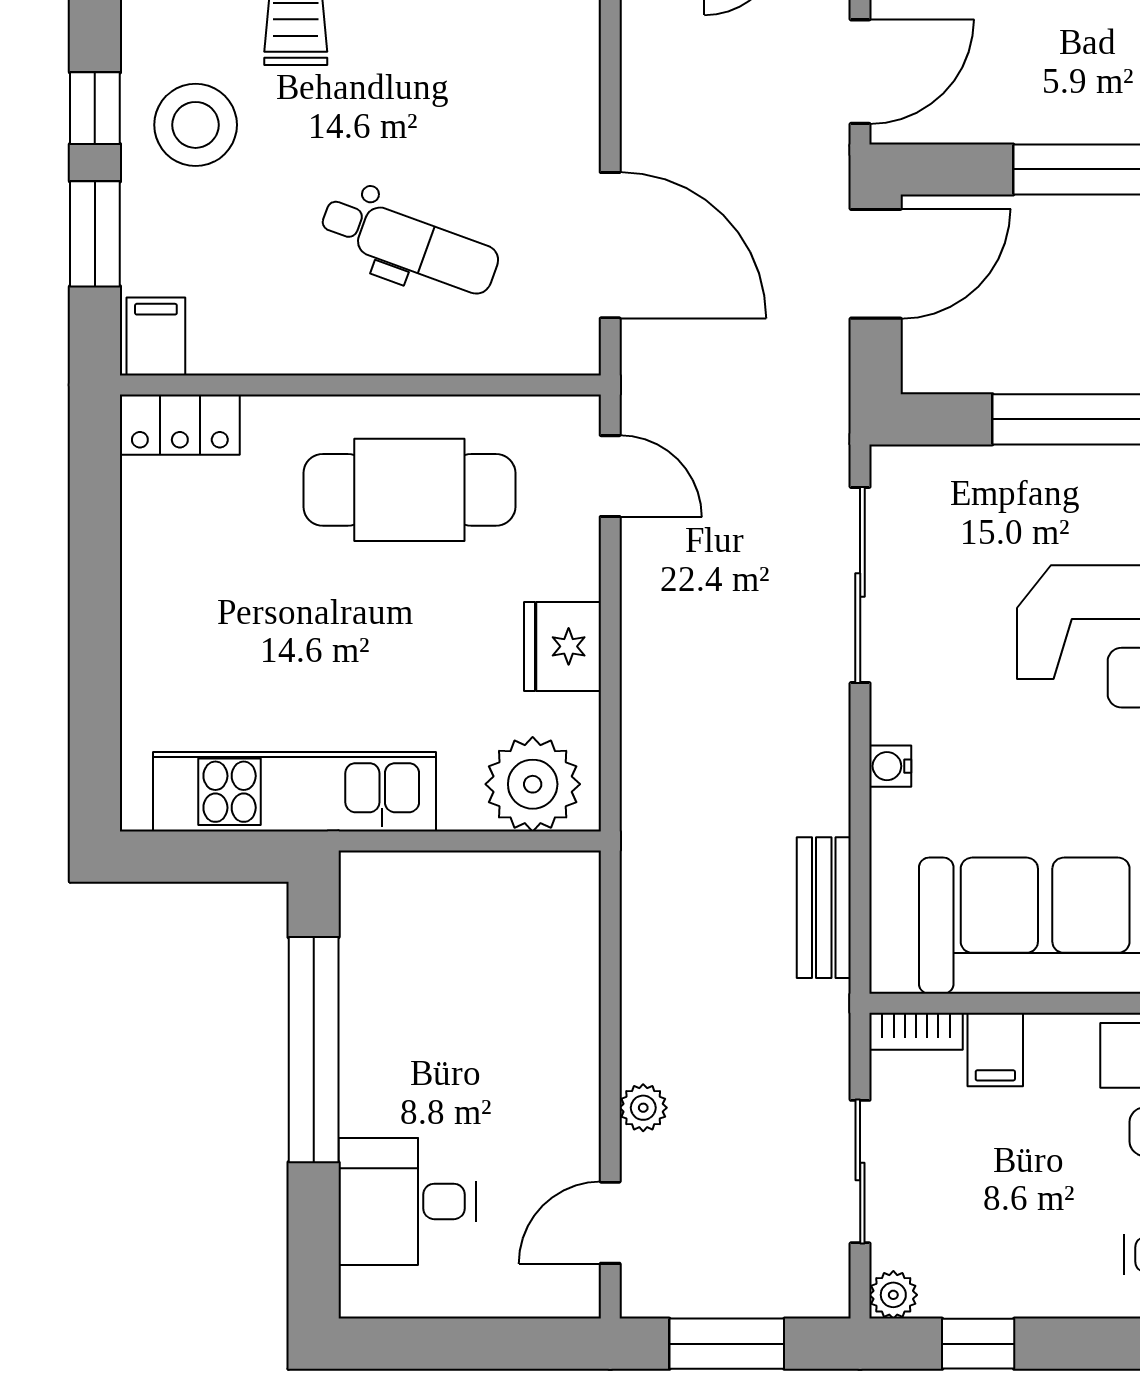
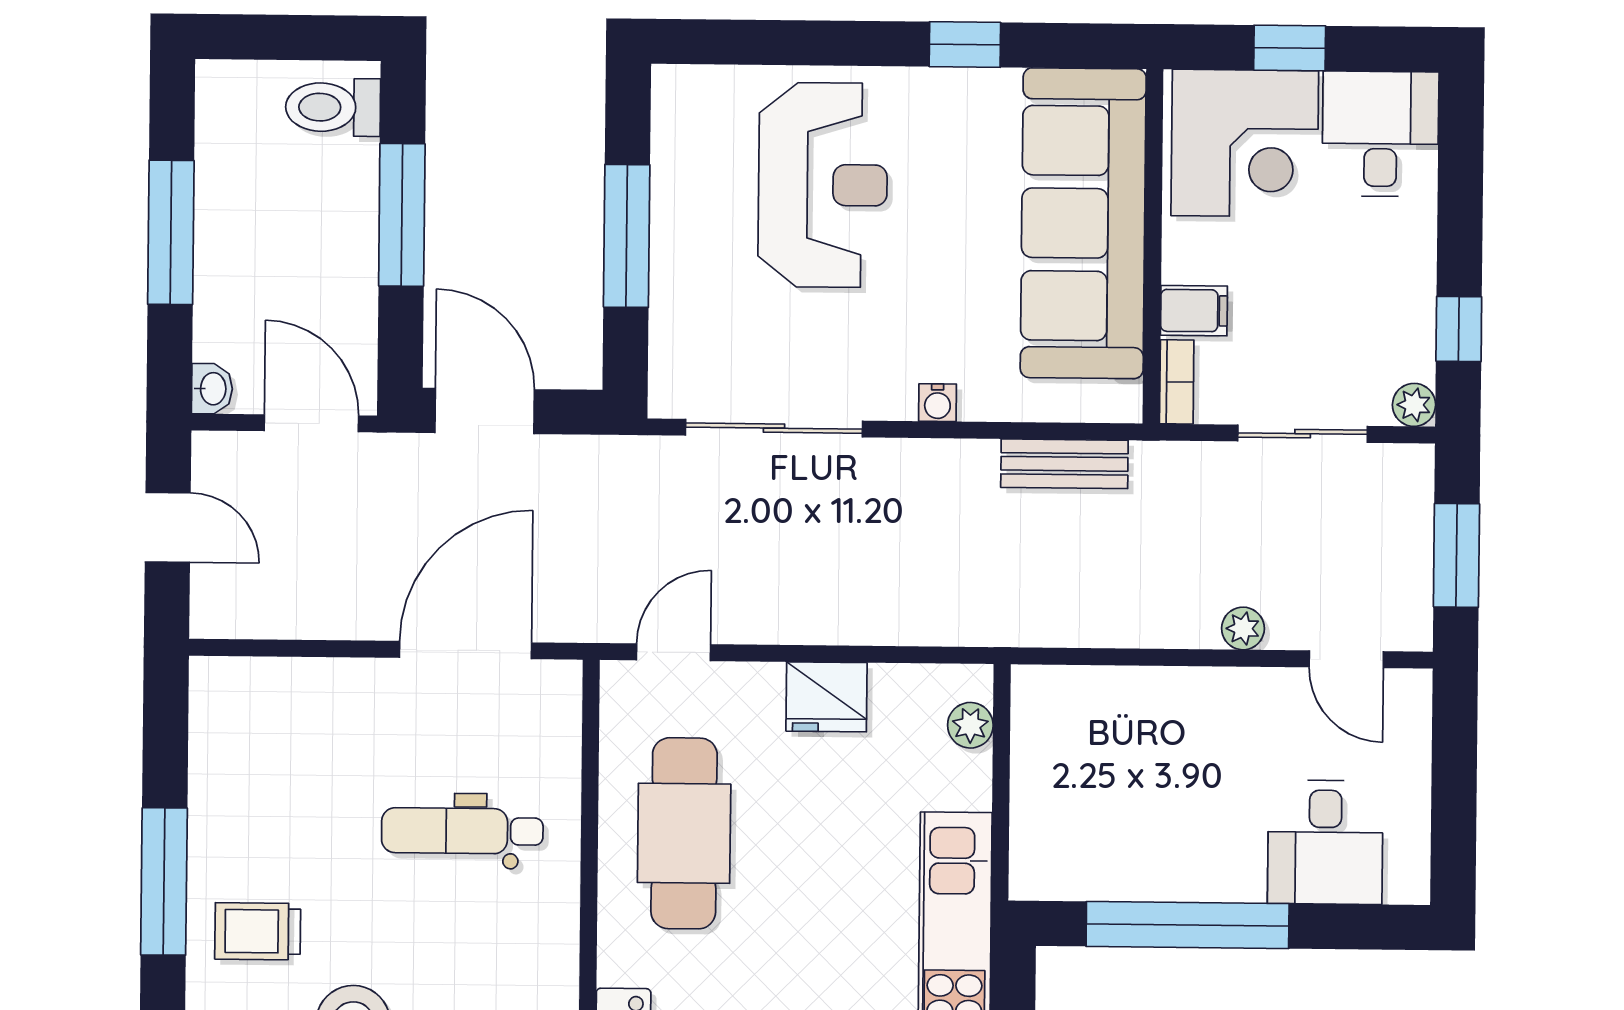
dental chair: (410, 244) -> (462, 831), turned -110
plant: (533, 784) -> (970, 725), width x0.53, depth x0.53

